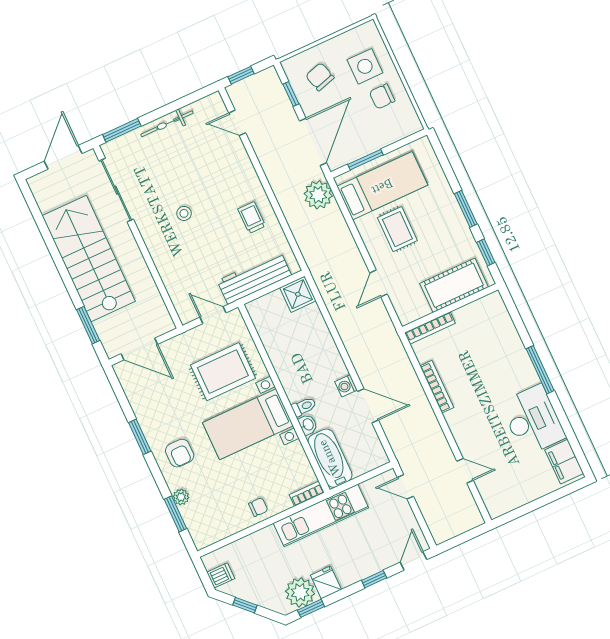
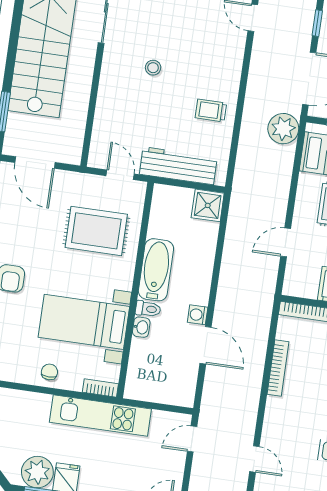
trolley: (252, 218) -> (211, 111), turned -90
bed with nightstands: (248, 424) -> (84, 322), moved
bathtub: (330, 458) -> (156, 270), moved
door: (405, 487) -> (192, 439), hinge flipped
chair: (258, 507) -> (49, 372), turned -90

